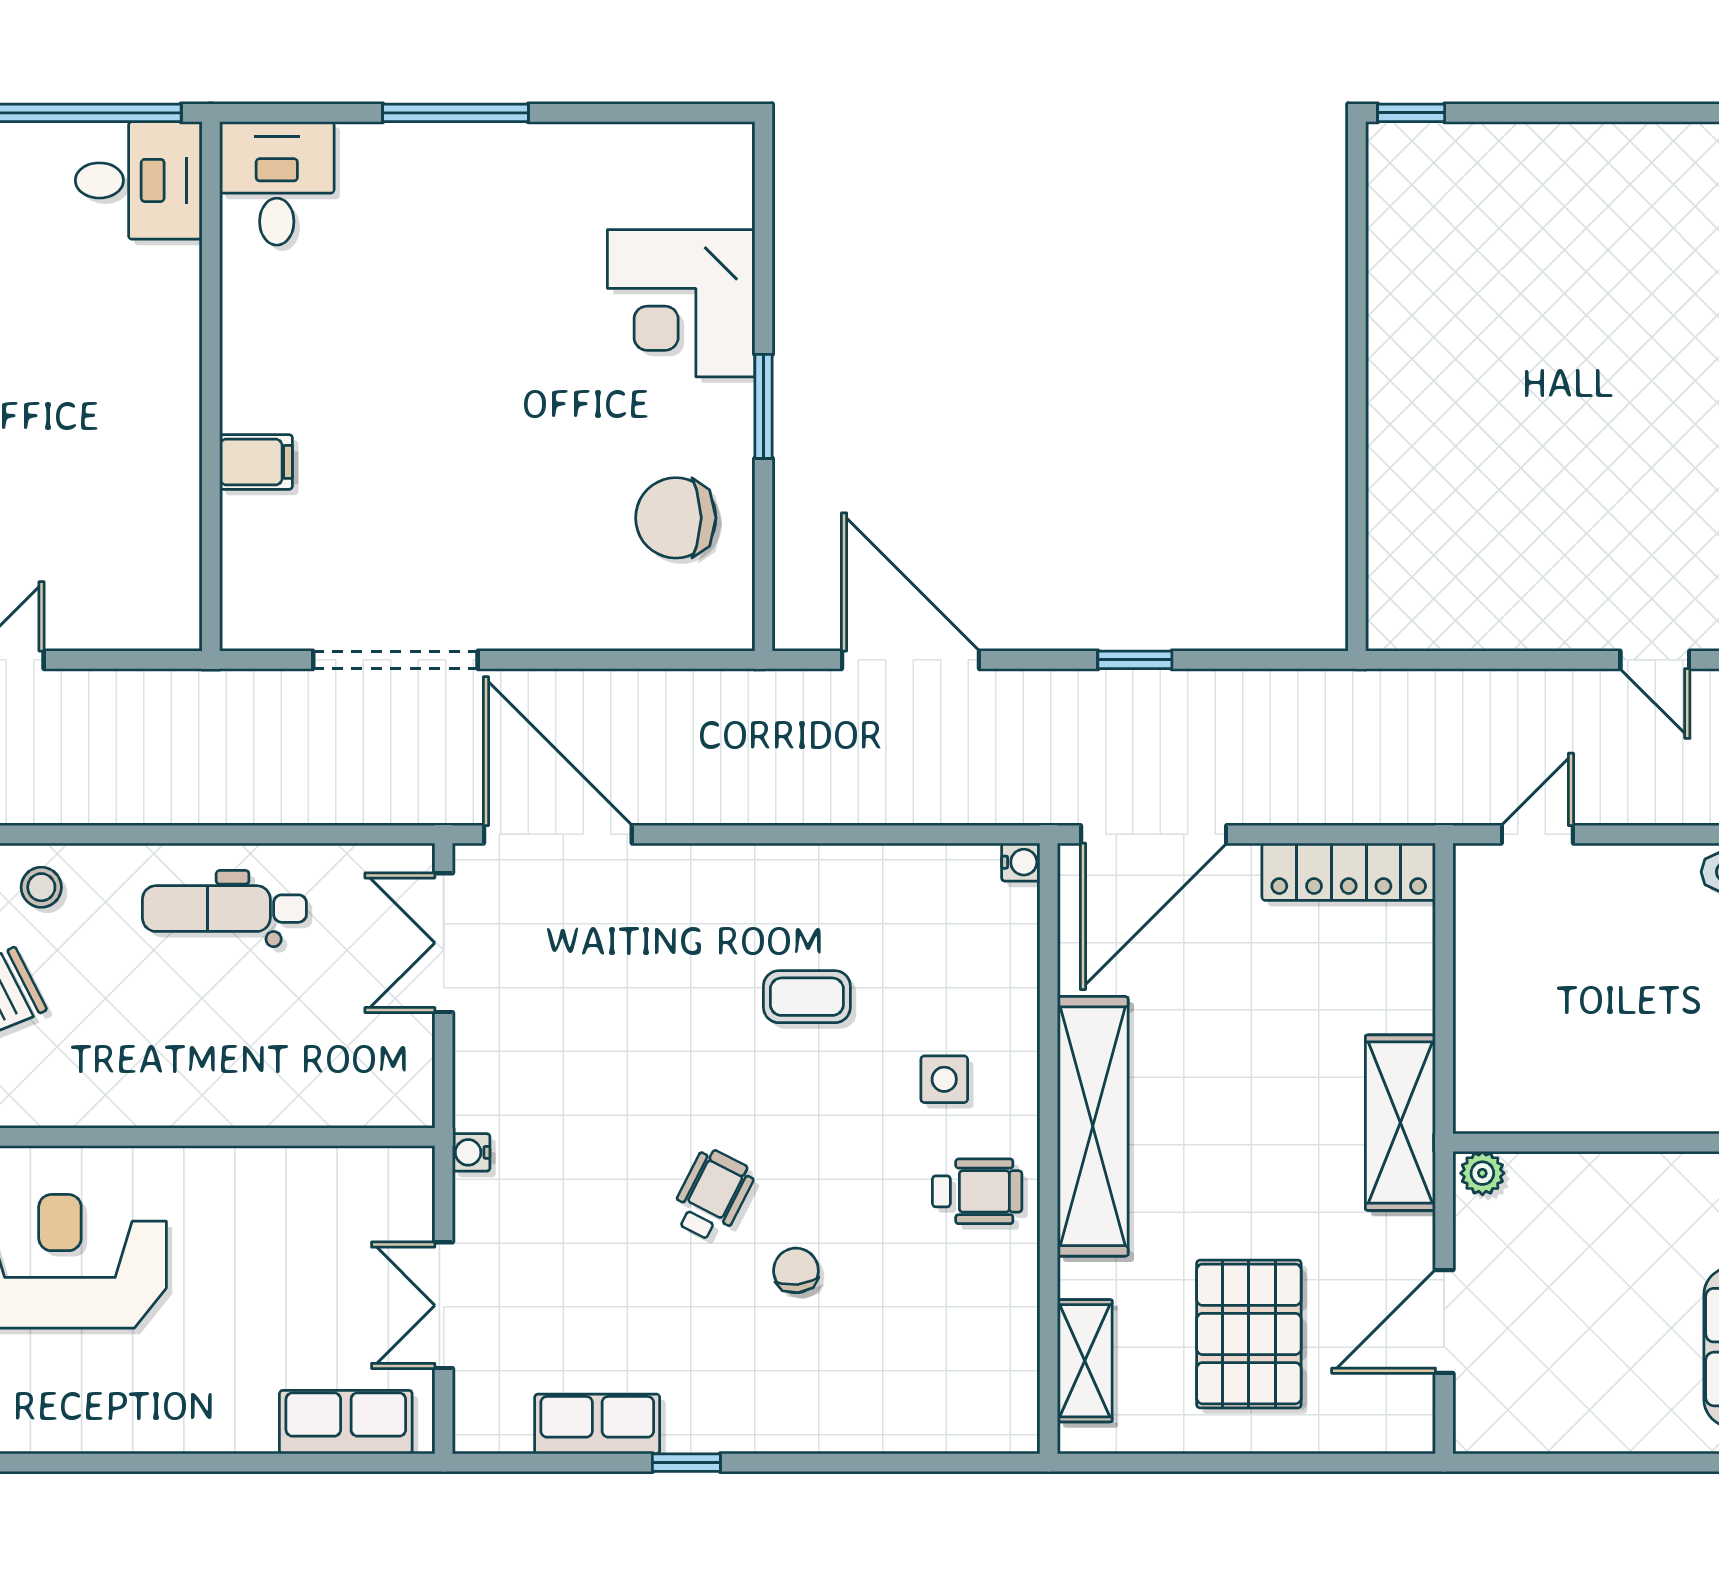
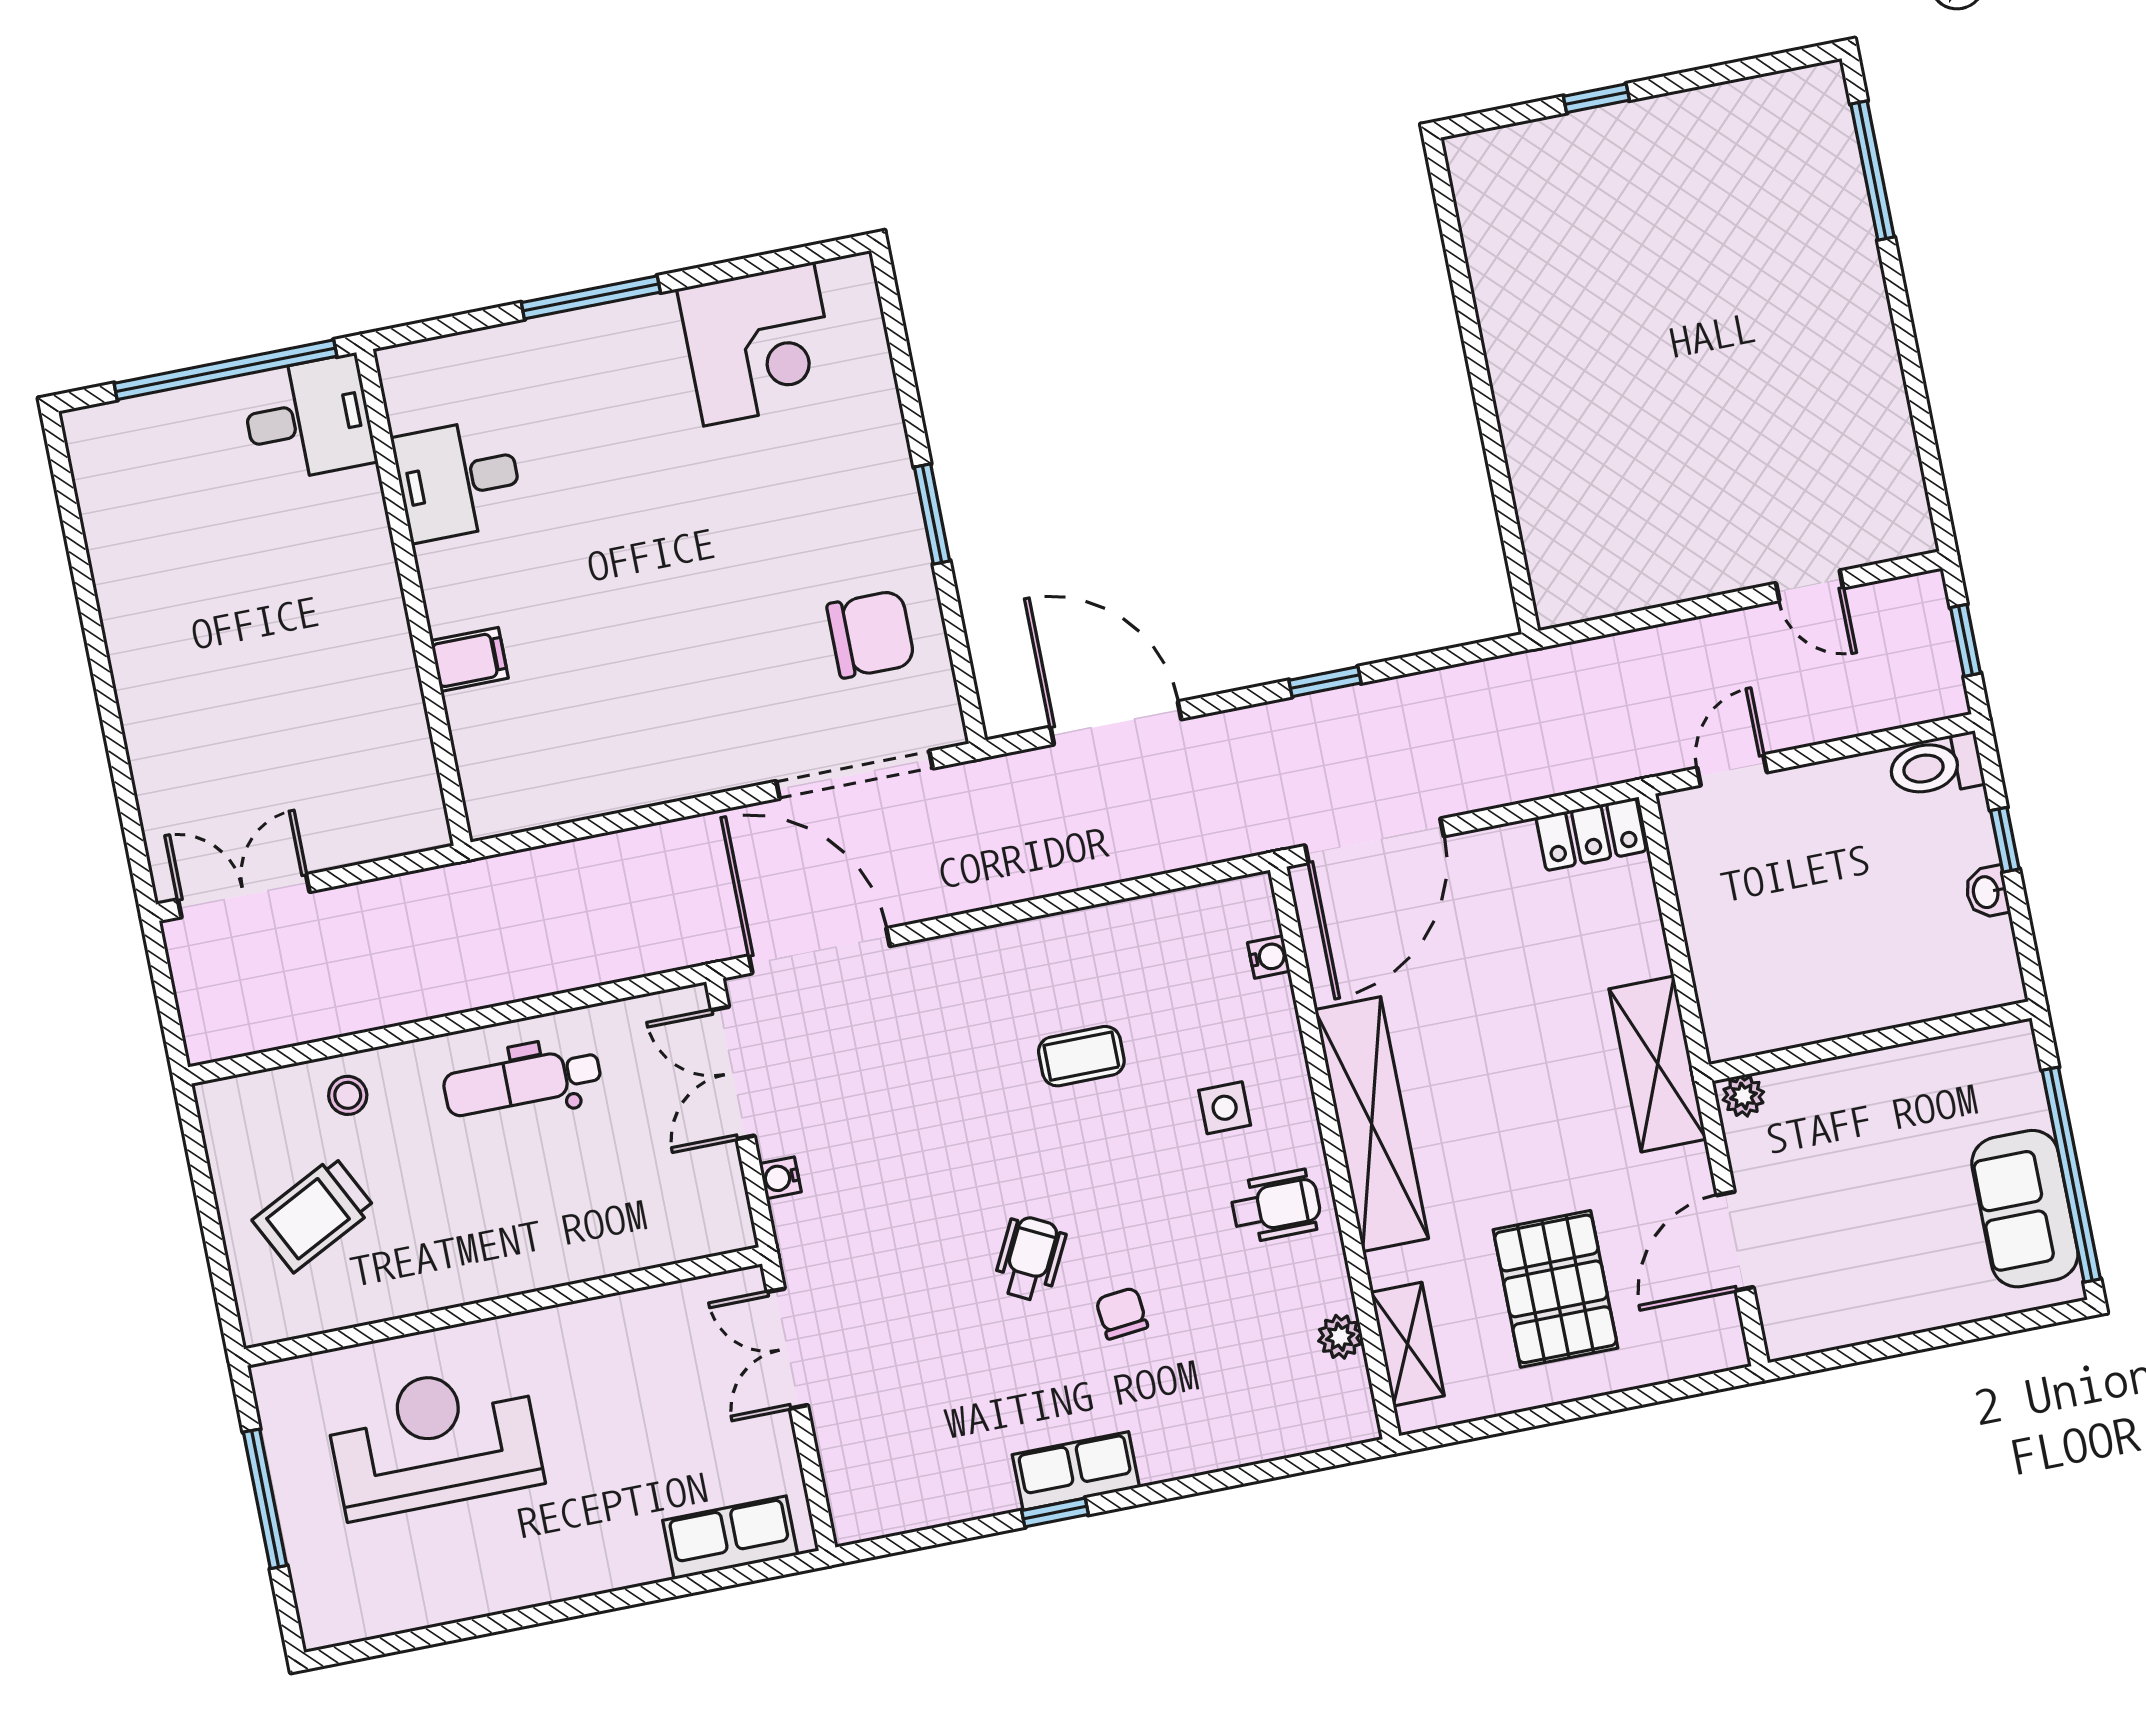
window: (1411, 113) -> (1596, 98), moved
desk: (277, 183) -> (458, 480), moved, turned -90
corner desk: (681, 303) -> (759, 344), moved, turned -90
chair: (676, 518) -> (871, 634), turned 180
doorway: (395, 660) -> (855, 775), moved
water cooler: (1021, 862) -> (1269, 957), moved
locker: (1349, 872) -> (1591, 834), width x0.66
water cooler: (471, 1152) -> (780, 1178), moved
double door: (444, 1305) -> (787, 1349), moved
plant: (1017, 1339) -> (1340, 1337), added
row of seats: (597, 1424) -> (1076, 1471), moved

